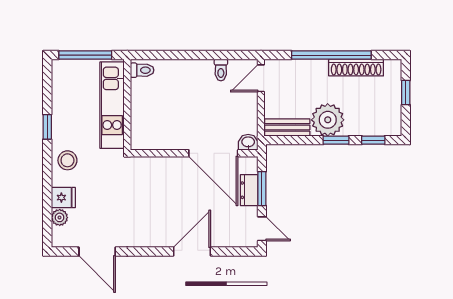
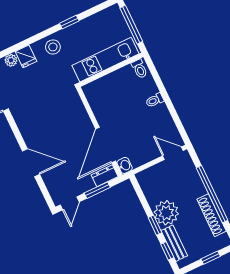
toilet: (221, 70) -> (155, 100), moved
bench: (287, 127) -> (174, 243), moved
dresser: (249, 190) -> (105, 176), moved

